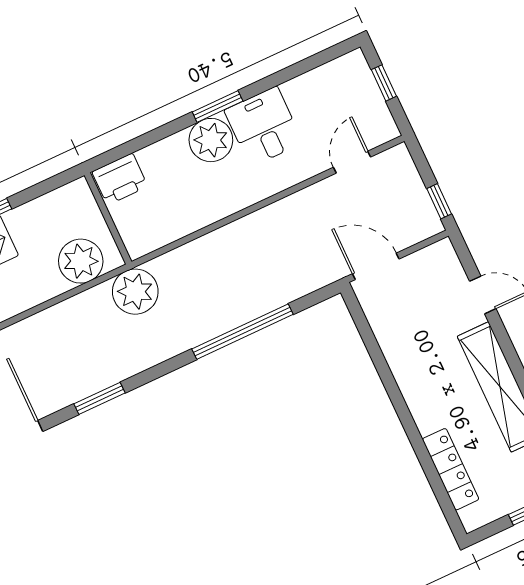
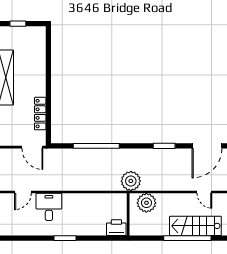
desk: (264, 127) -> (49, 207), moved, turned 180
plant: (211, 140) -> (74, 226), removed
locker: (451, 469) -> (40, 114), moved

